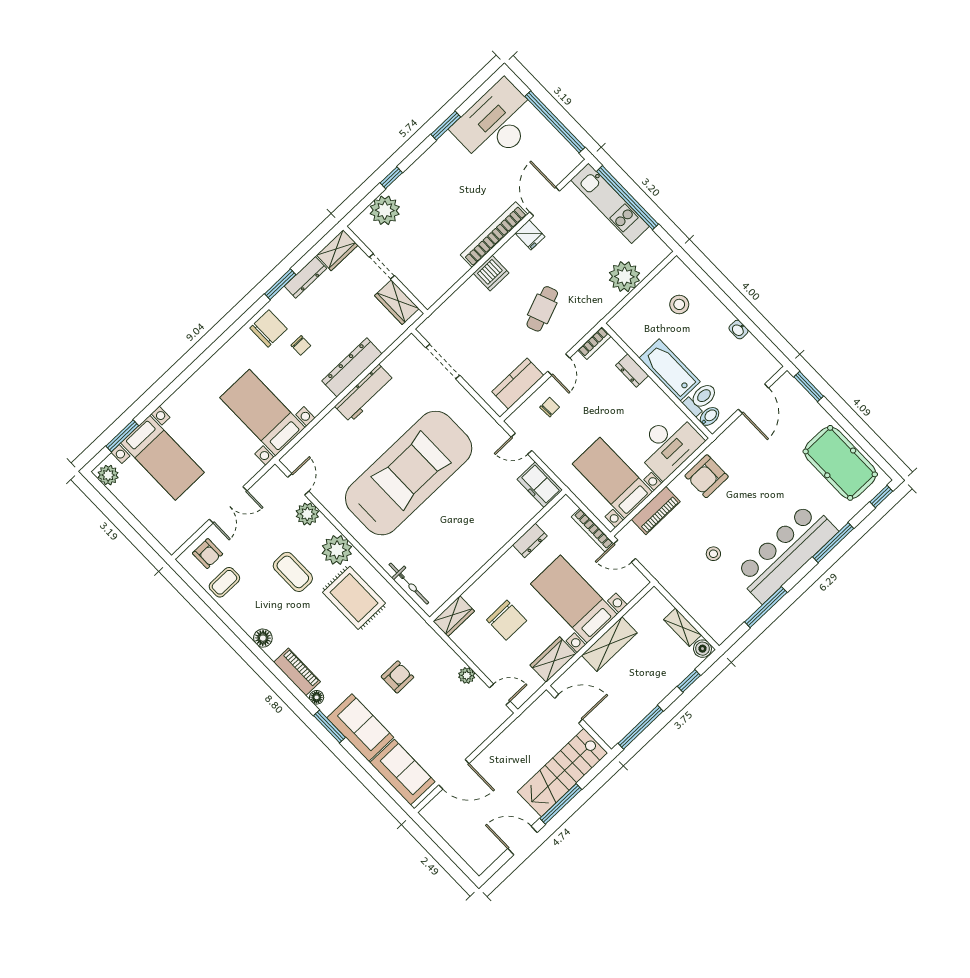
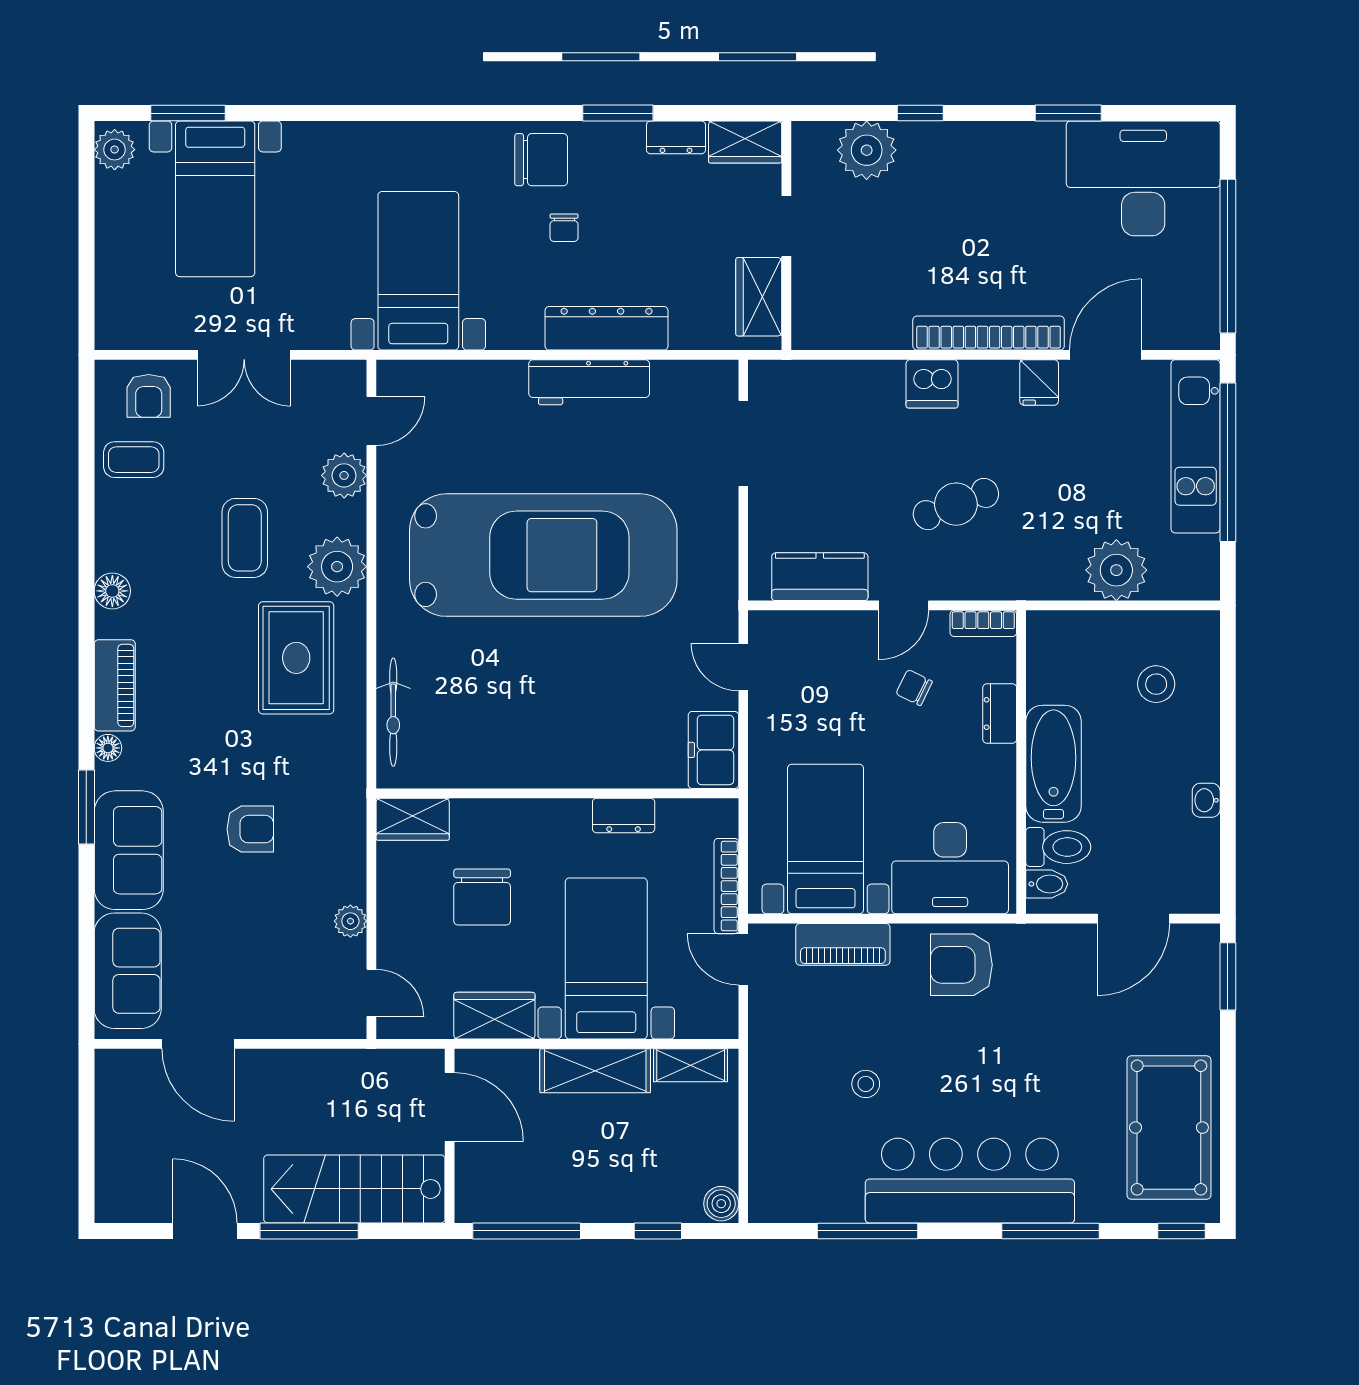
dresser: (305, 277) -> (676, 137), width x0.70
chair: (550, 407) -> (914, 688), moved, turned -152
shelving: (683, 627) -> (691, 1065), moved, turned 90

